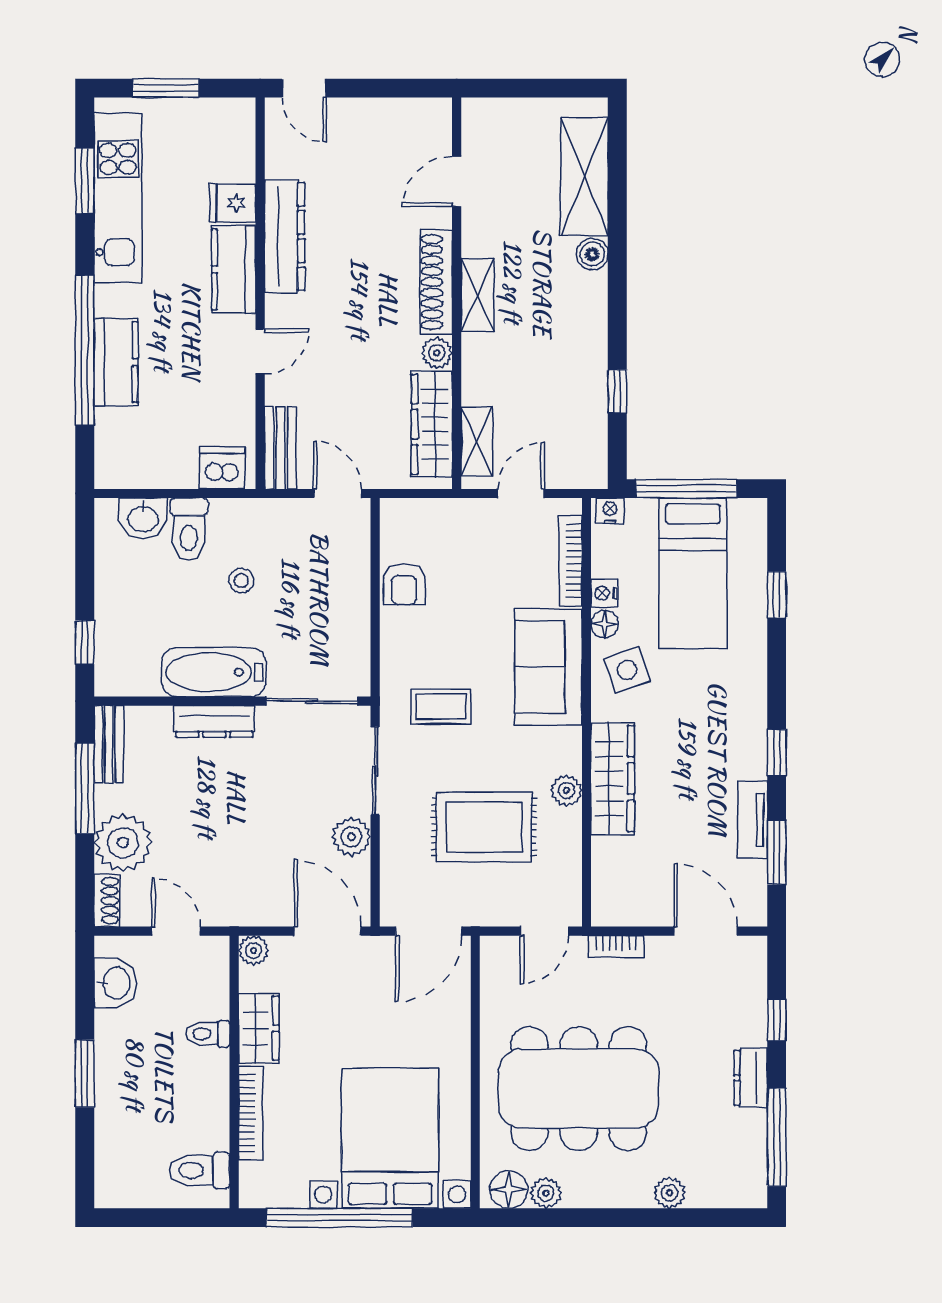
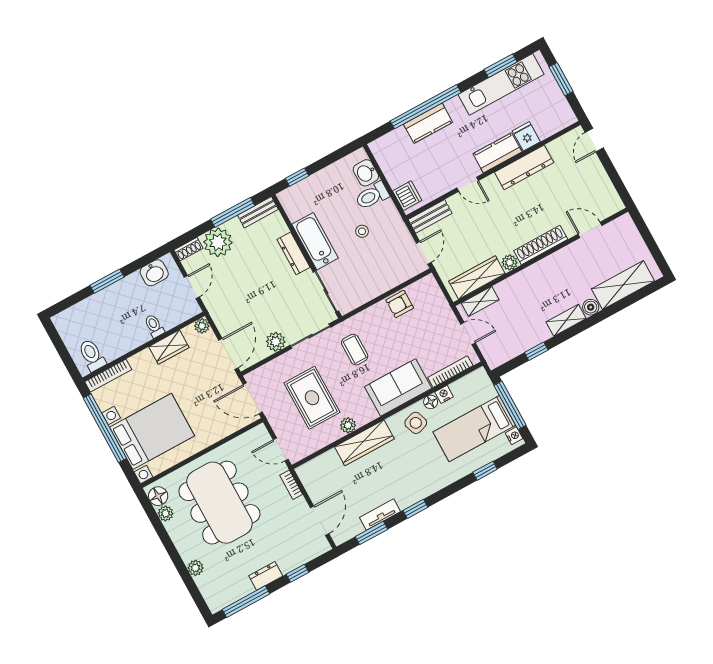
shelving: (478, 295) -> (566, 320), moved
nightstand: (610, 511) -> (514, 436), moved
bookcase: (251, 1113) -> (108, 376), moved

